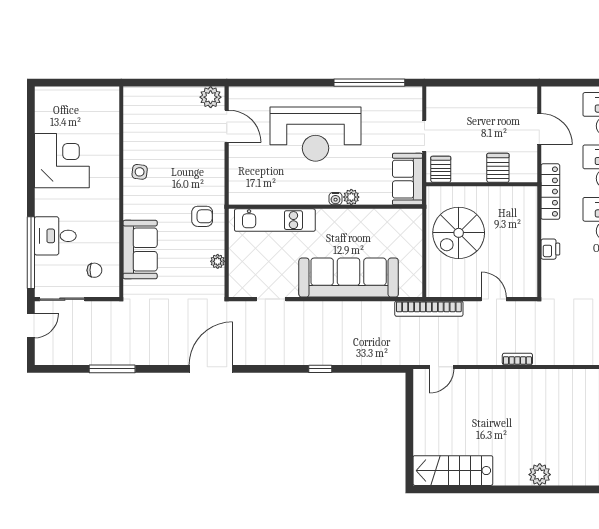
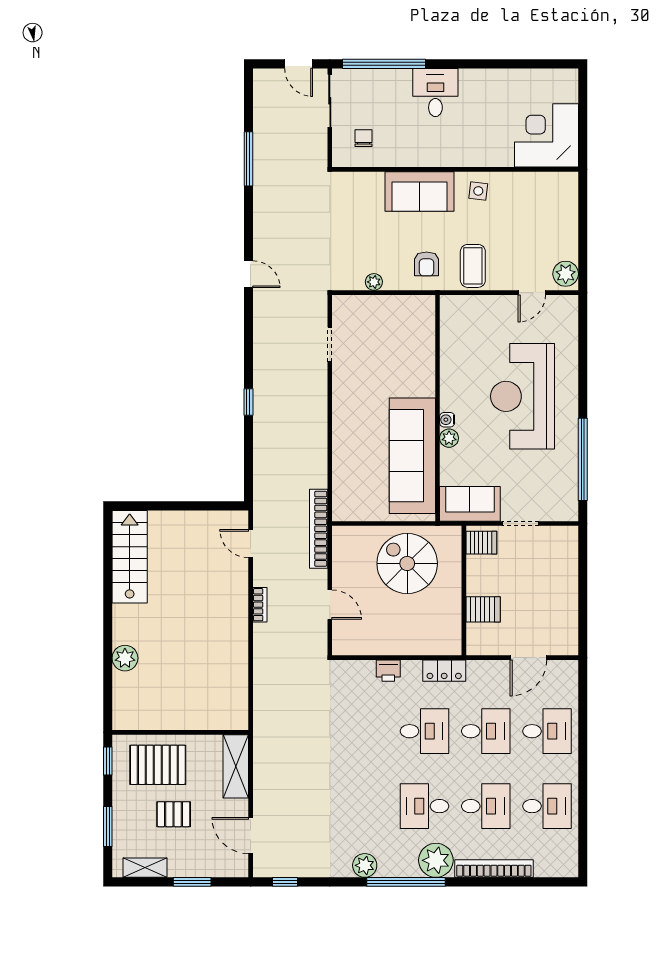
door: (227, 126) -> (532, 293), width x0.73
corner desk: (62, 161) -> (546, 135), moved, turned 180
coffee table: (204, 177) -> (473, 266), added
locker: (550, 192) -> (444, 671), width x0.66
kitchen unit: (275, 220) -> (422, 349), removed
desk: (55, 236) -> (435, 92), moved
sofa: (140, 250) -> (419, 191), moved
chair: (94, 270) -> (364, 138), turned 180
sofa: (349, 278) -> (412, 456), moved, turned 180
door: (494, 299) -> (330, 605), hinge flipped
bookcase: (517, 359) -> (260, 605), moved
door: (211, 369) -> (248, 274), width x0.53

